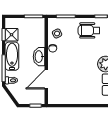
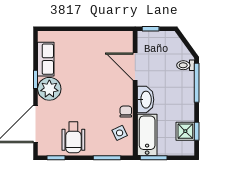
wheelchair: (89, 30) -> (73, 137), turned 90
bathtub: (12, 56) -> (147, 135), moved, turned 180
door: (46, 79) -> (135, 67), swing flipped

